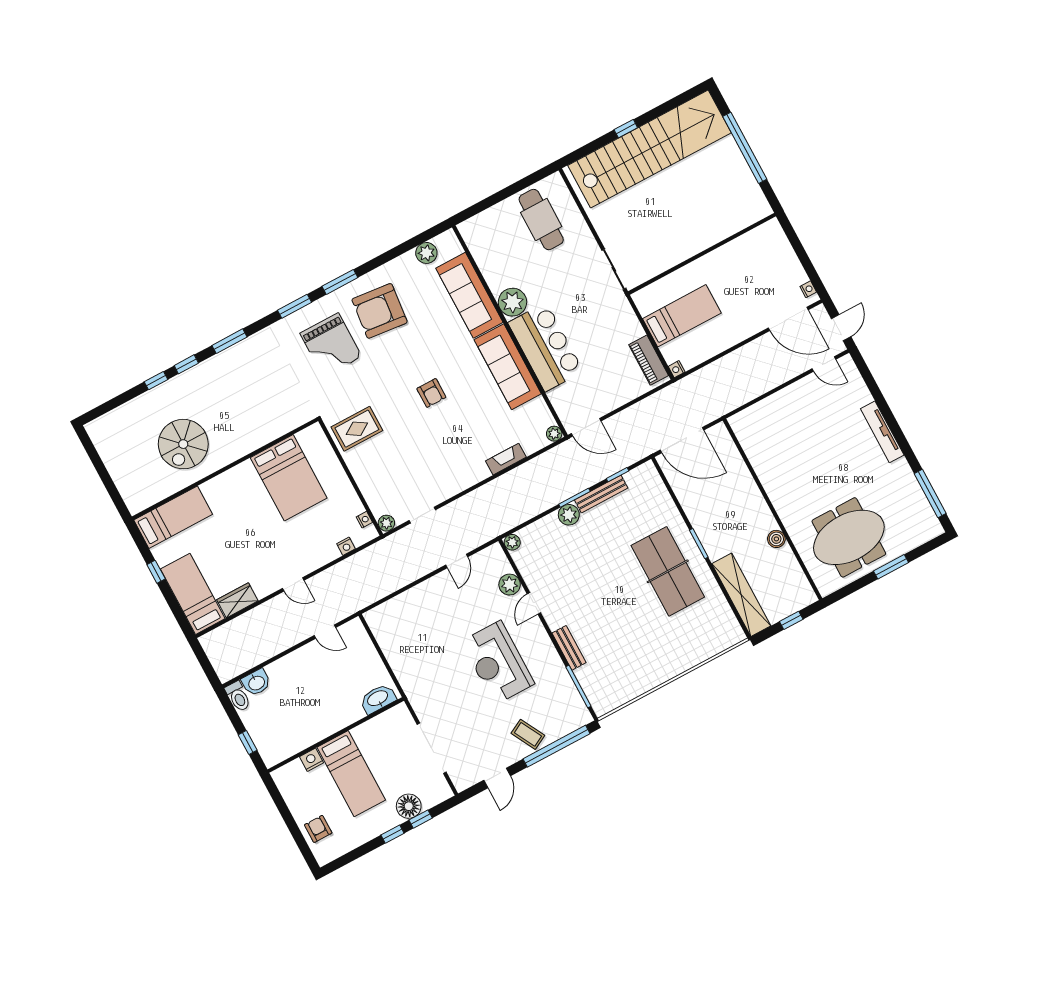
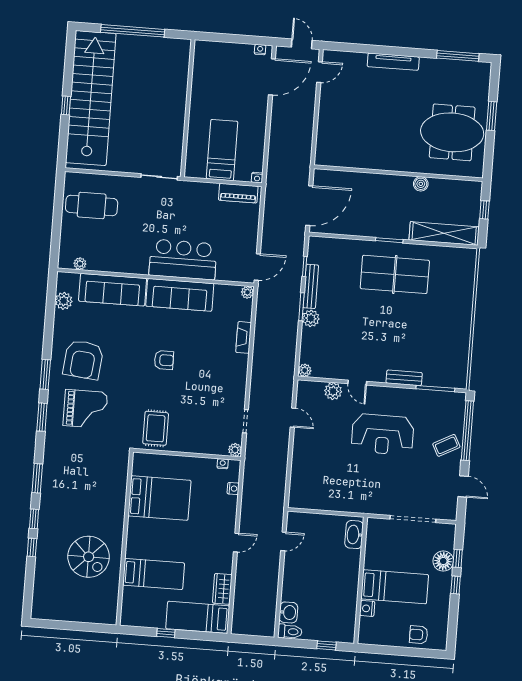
plant: (512, 302) -> (80, 264), moved, width x0.53, depth x0.53
bed: (173, 517) -> (154, 574), moved, turned 90
meeting table: (849, 537) -> (452, 132), turned 90

